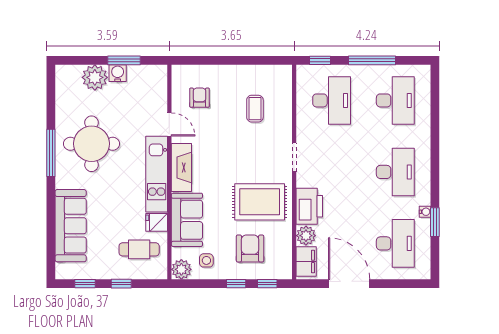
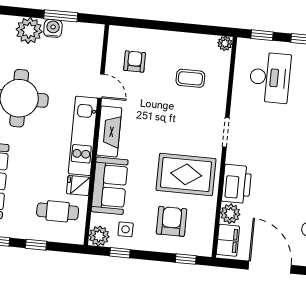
plant: (285, 72) -> (225, 43), added
coffee table: (255, 109) -> (190, 78), turned 90
window: (236, 284) -> (120, 253), moved

